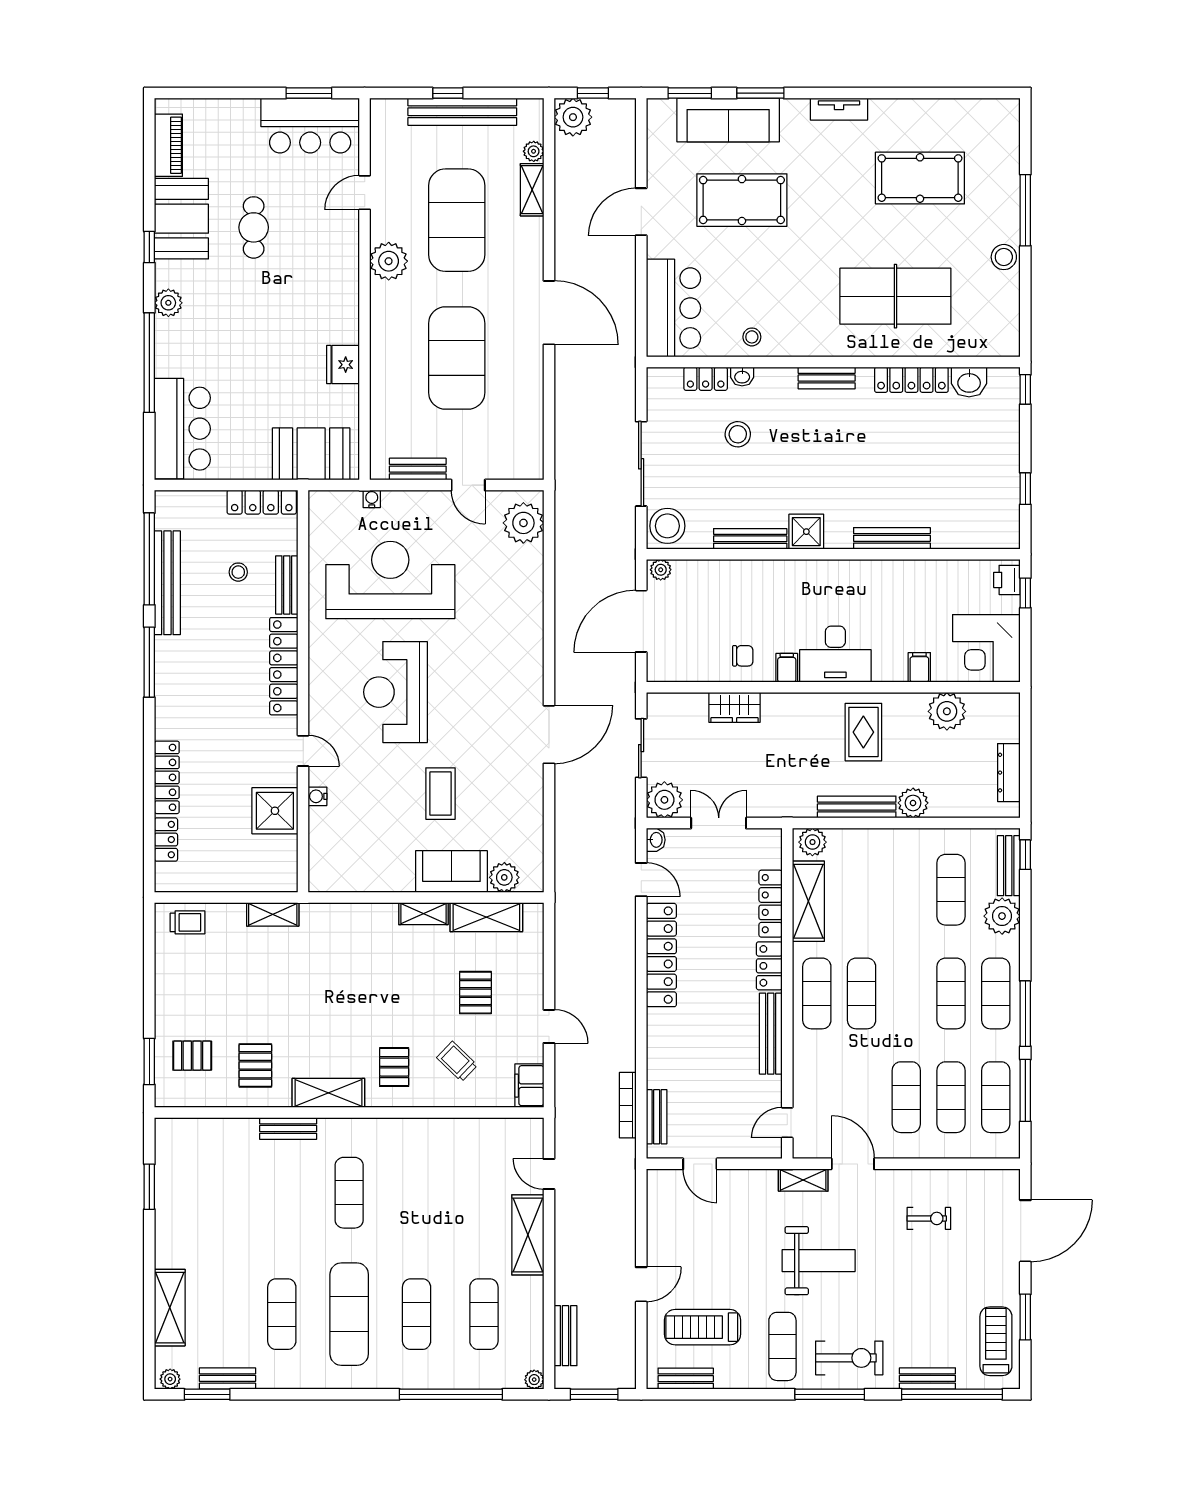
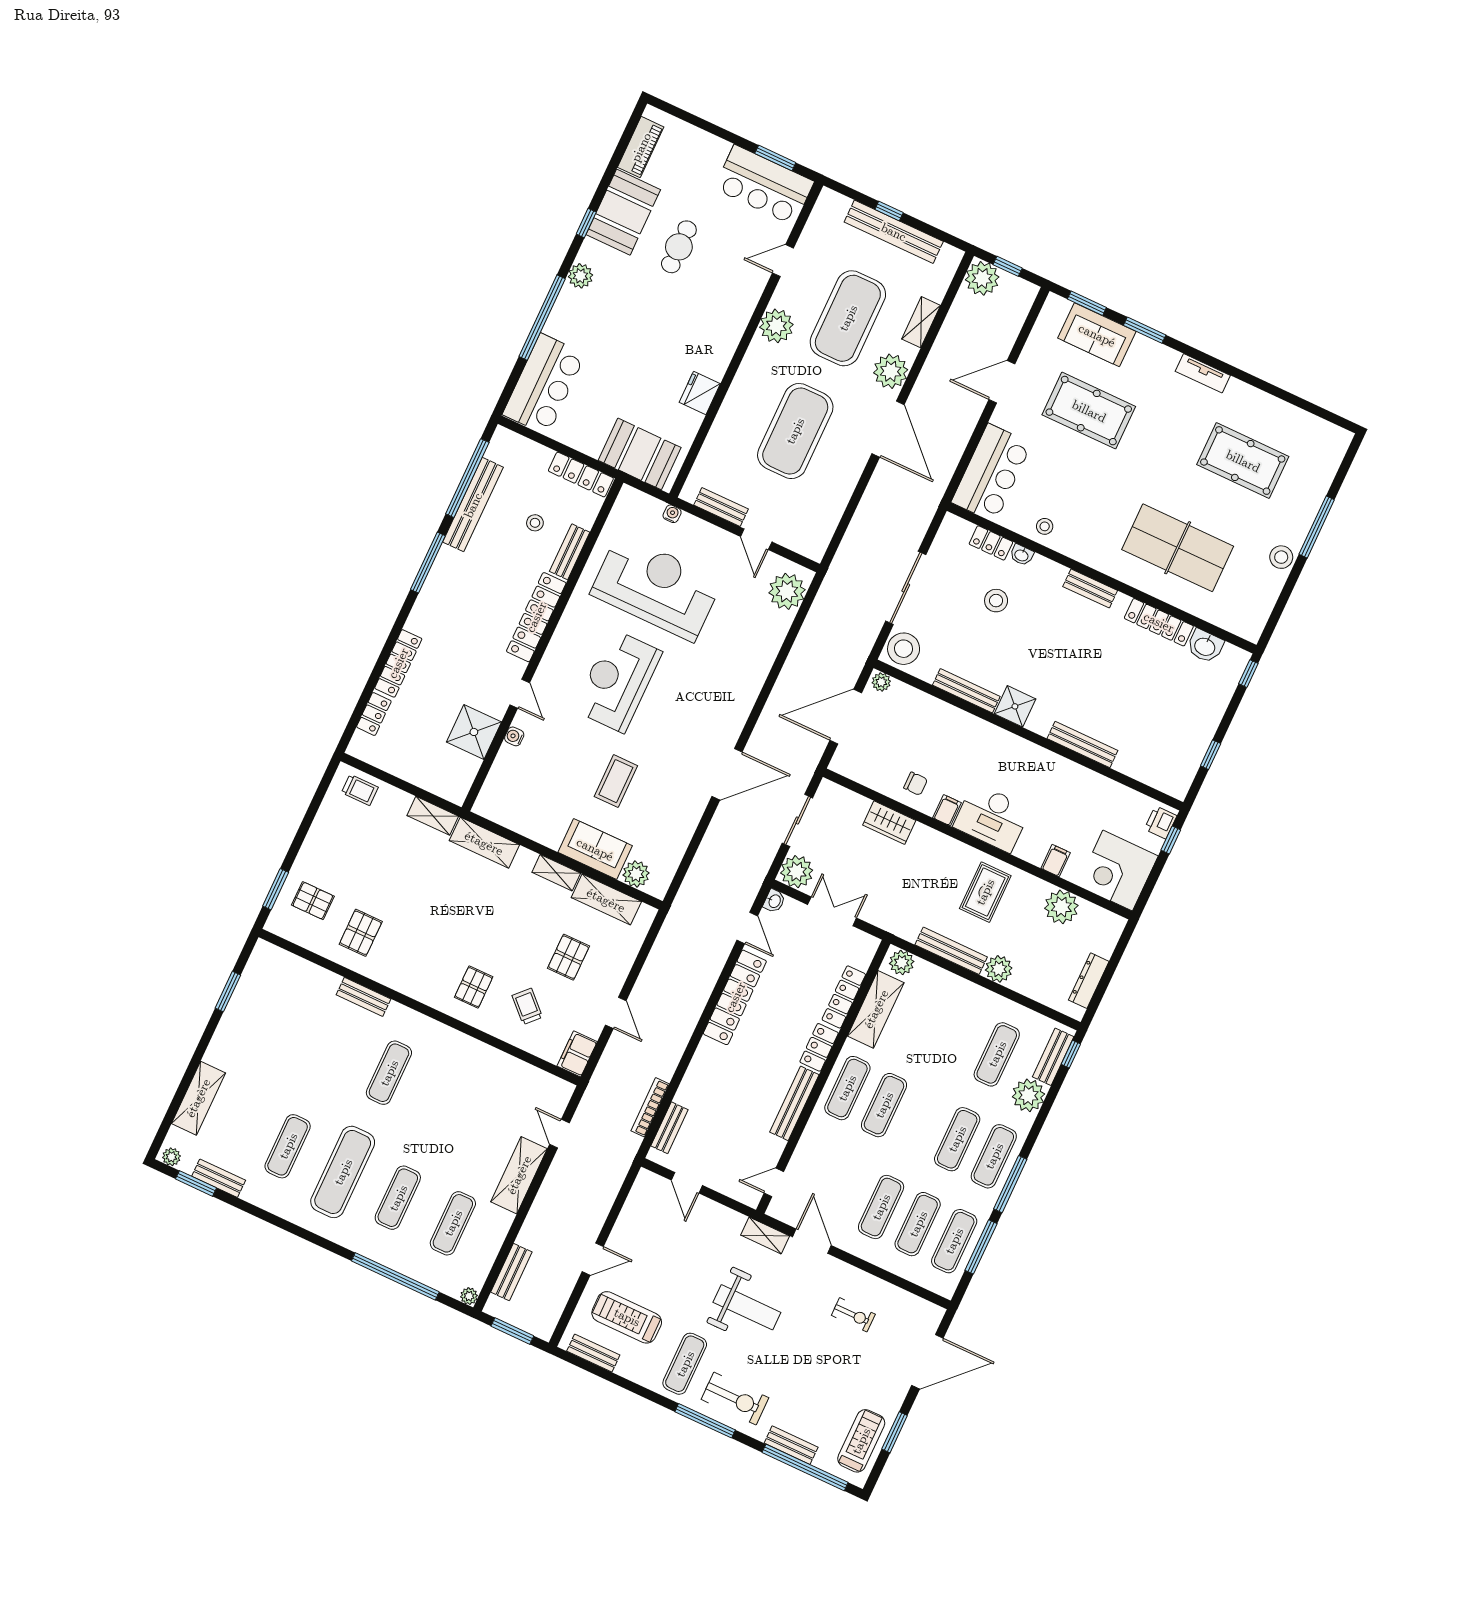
sofa: (728, 120) -> (1097, 335), width x0.73
plant: (534, 151) -> (891, 371), moved, width x1.88, depth x1.88
shelving: (328, 1093) -> (484, 843), moved

